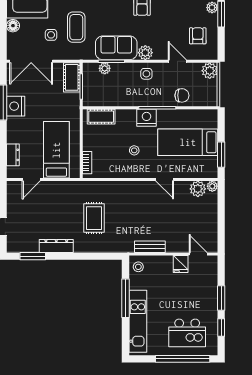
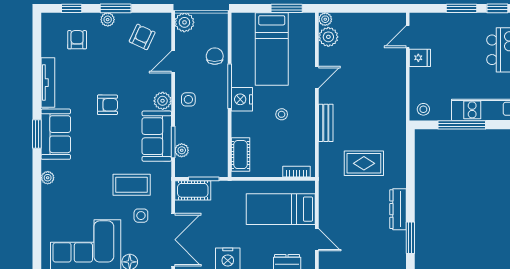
armchair: (198, 36) -> (142, 37), turned 115
bench: (150, 247) -> (326, 123), moved

